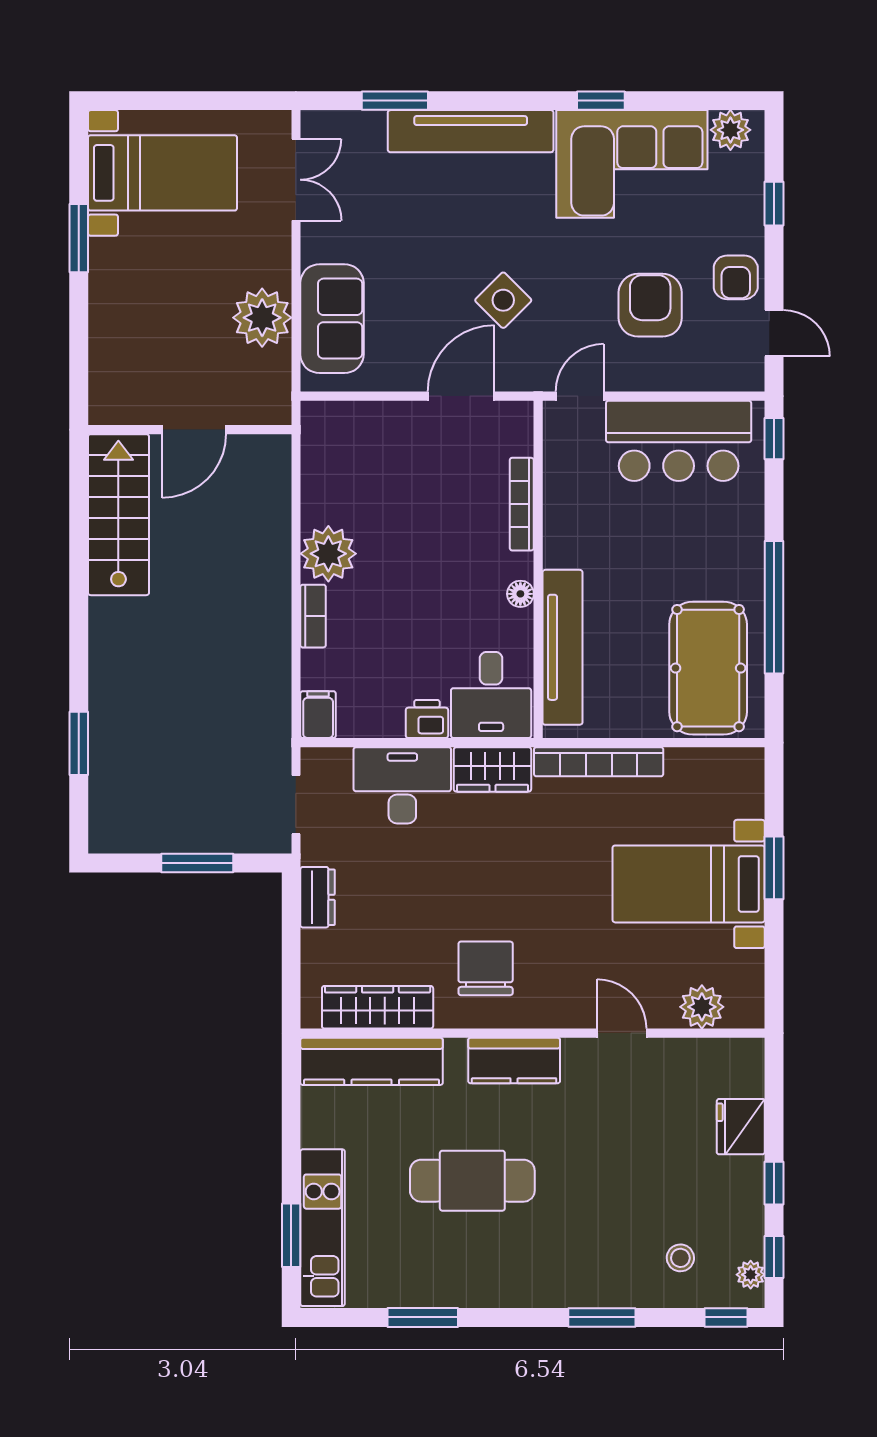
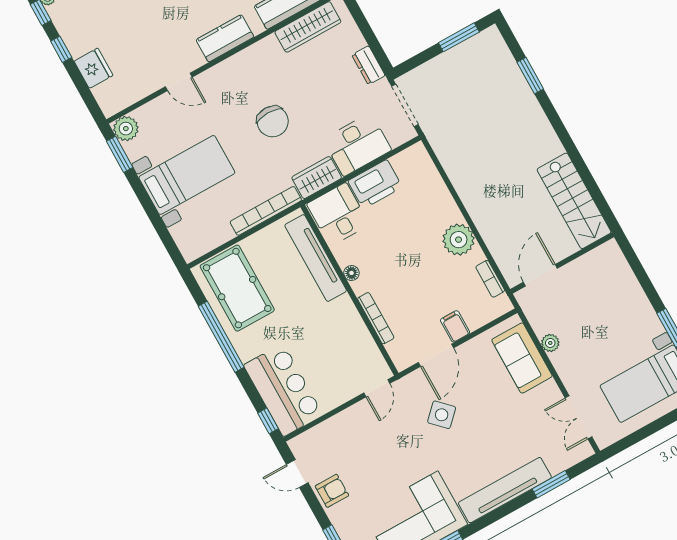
armchair: (736, 277) -> (332, 491), turned 90
armchair: (650, 305) -> (367, 453), removed
plant: (262, 318) -> (550, 343), width x0.53, depth x0.53
door: (194, 430) -> (540, 275), moved
bar counter: (679, 441) -> (283, 390), moved, turned 90
bookcase: (313, 616) -> (490, 279), moved
filing cabinet: (318, 715) -> (455, 326), moved, turned 180
printer: (427, 719) -> (375, 184), width x1.87, depth x1.48
doorway: (296, 805) -> (405, 105), width x1.38
window: (197, 863) -> (459, 37), moved
window: (774, 868) -> (120, 154), moved
chair: (486, 968) -> (273, 121), moved
plant: (702, 1007) -> (126, 129), moved

